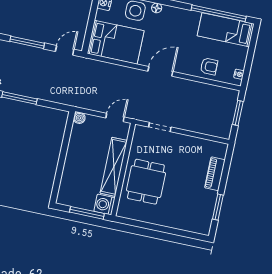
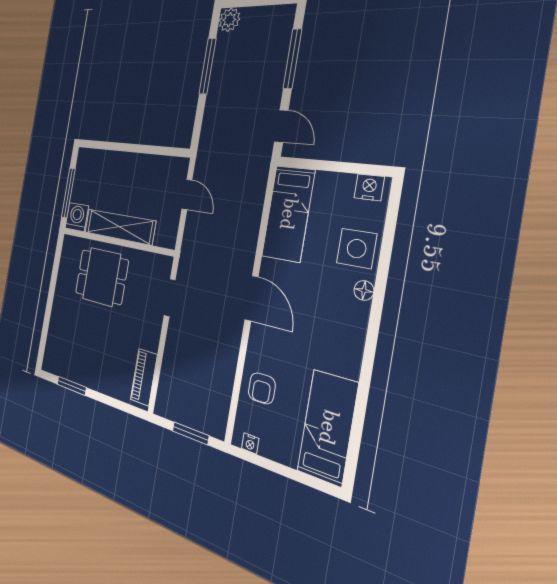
window: (219, 13) -> (359, 416), removed
bed: (116, 42) -> (288, 214), width x0.67
boiler: (79, 118) -> (181, 166), removed
door: (115, 118) -> (187, 194), moved
piano: (215, 174) -> (144, 377), moved, turned -90

